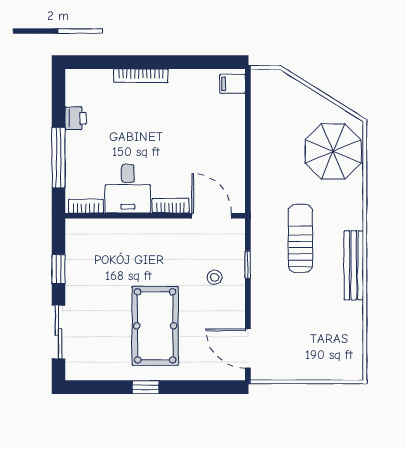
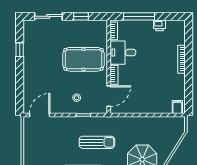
pool table: (155, 326) -> (83, 59), moved
window: (146, 387) -> (20, 50), moved

